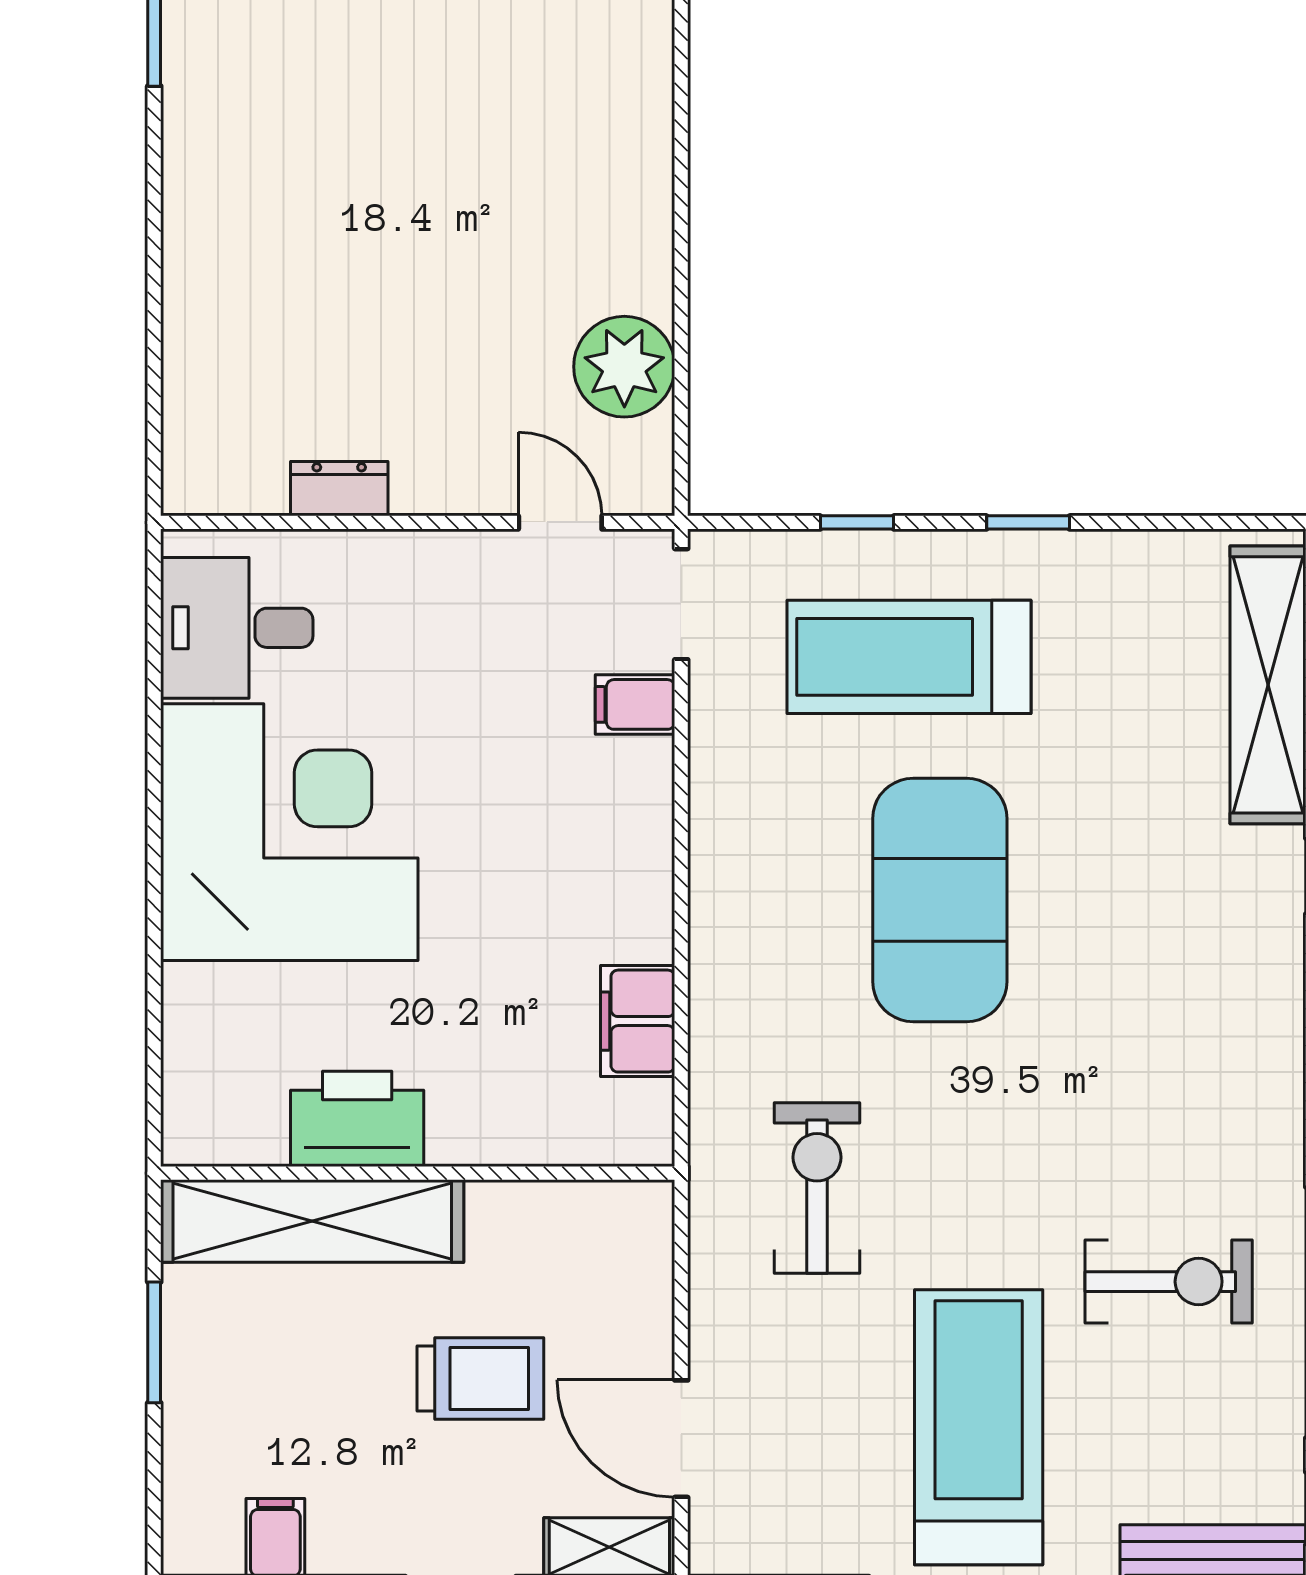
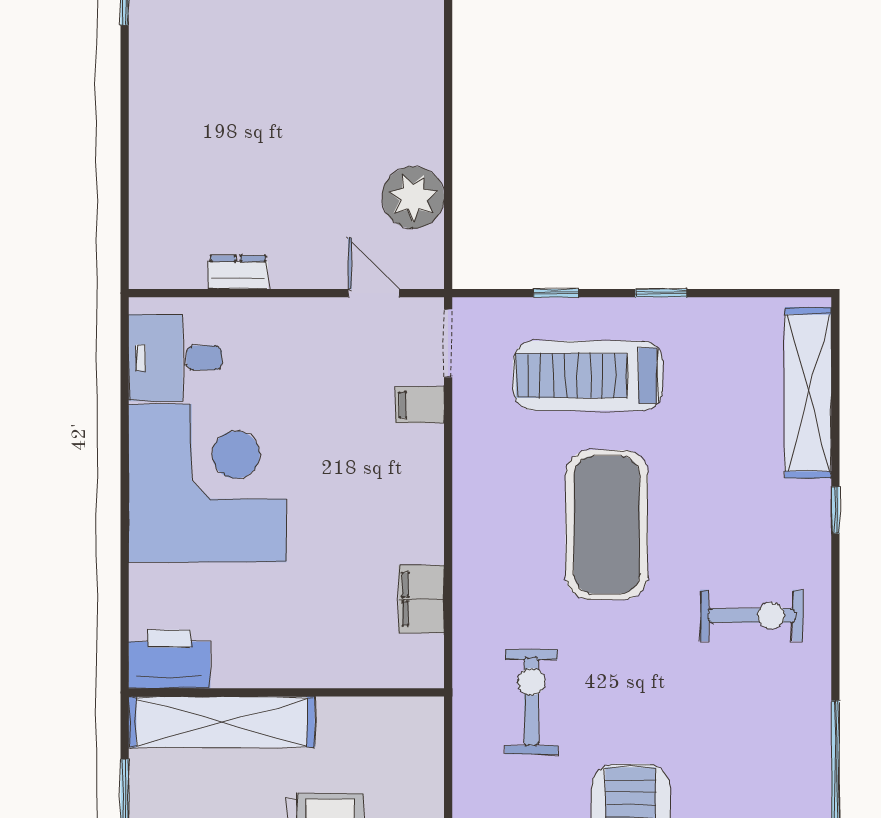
printer: (357, 1119) -> (169, 659), moved
exercise bike: (1169, 1282) -> (752, 616), moved

